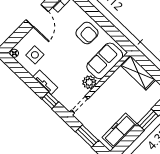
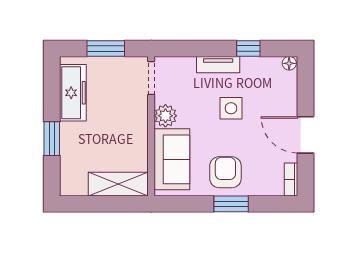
window: (98, 17) -> (231, 204), added
armchair: (87, 33) -> (225, 172), turned 90
side table: (35, 55) -> (231, 108), moved
window: (50, 100) -> (248, 49), moved

